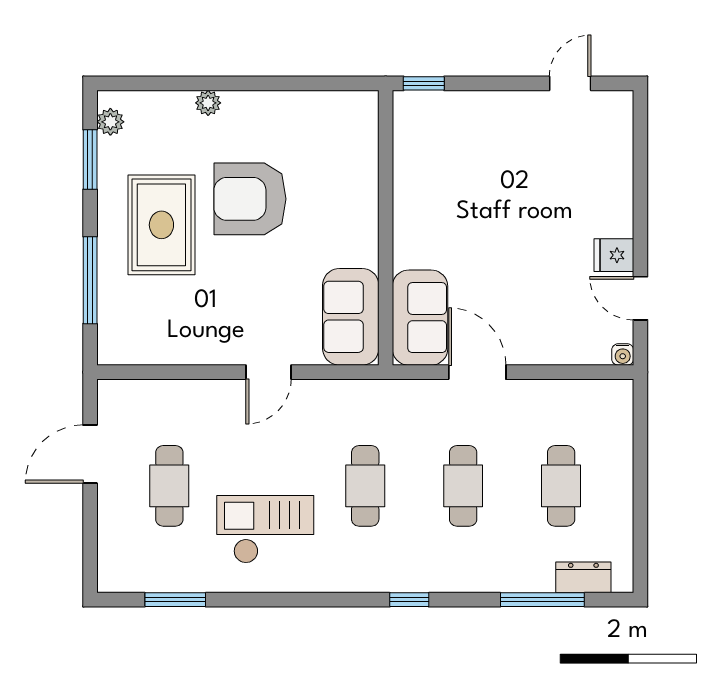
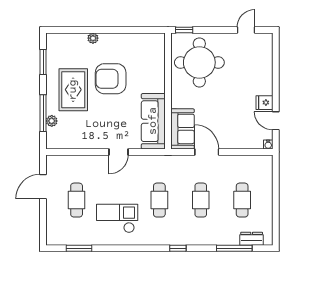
plant: (110, 122) -> (52, 121), moved
round table: (460, 160) -> (199, 62), added
sofa: (351, 317) -> (153, 121), width x1.36

